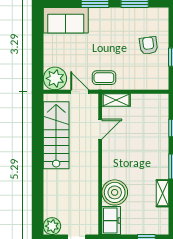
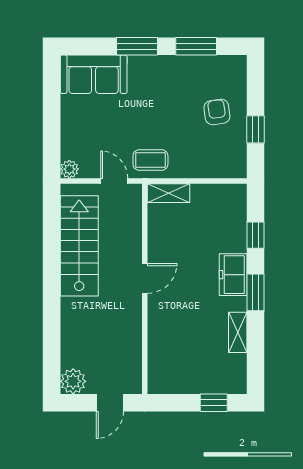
plant: (55, 78) -> (69, 169), width x0.53, depth x0.53
door: (100, 129) -> (145, 278), moved
boiler: (115, 192) -> (166, 331), removed
freezer: (111, 221) -> (233, 275), moved, turned 180

